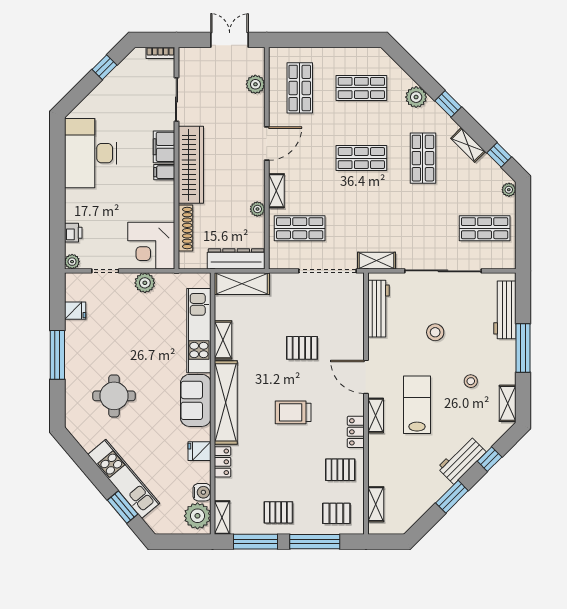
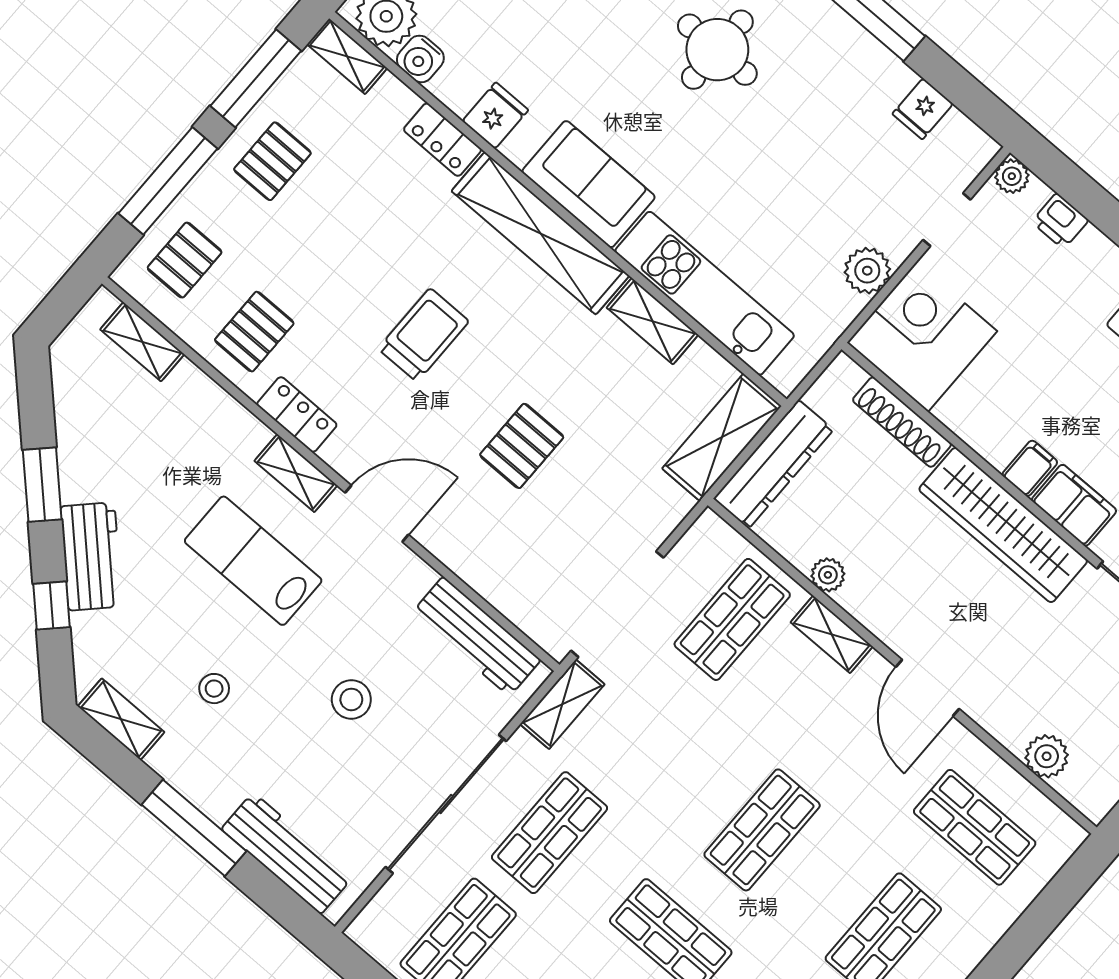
shop shelf: (423, 228) -> (550, 833), added
lab bench: (417, 405) -> (253, 561), turned 180

